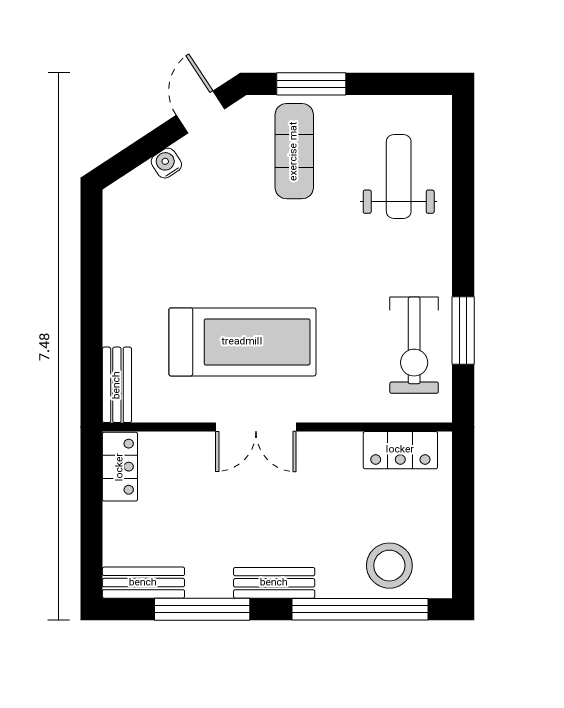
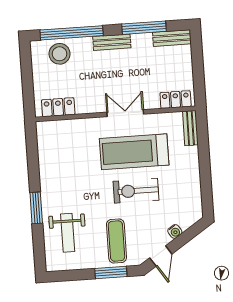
window: (463, 331) -> (36, 208), moved
exercise bike: (414, 345) -> (136, 191), moved, turned -90
locker: (120, 467) -> (176, 100), moved, turned 90

